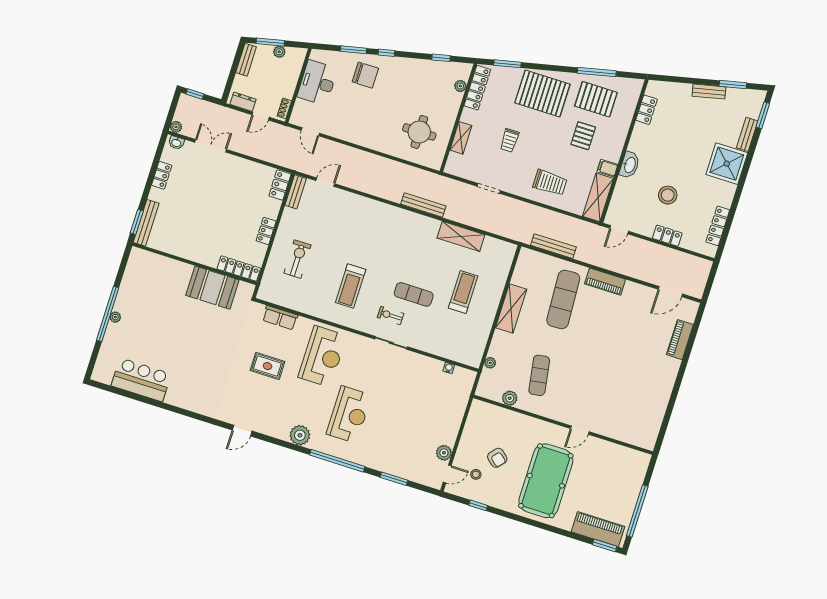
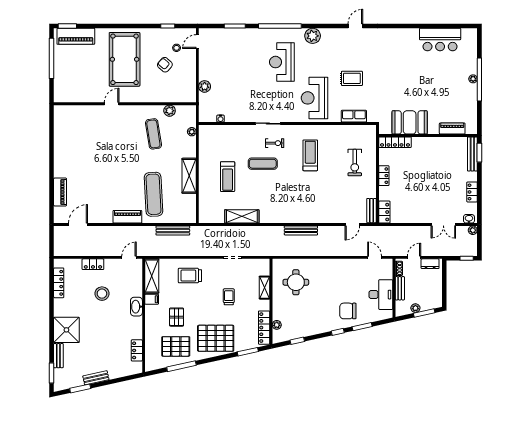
bench: (246, 60) -> (400, 288), moved
bench: (423, 205) -> (301, 230), moved
piano: (161, 263) -> (452, 129), added
plant: (444, 453) -> (205, 86), moved

